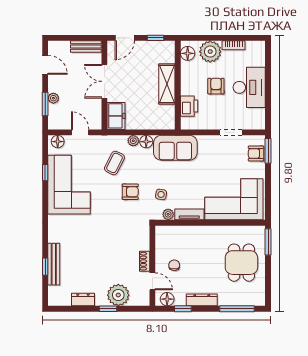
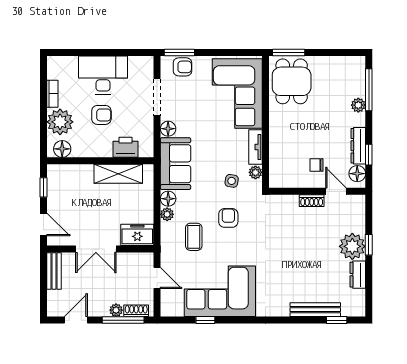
shelving: (167, 84) -> (118, 174), moved
armchair: (216, 86) -> (101, 115), turned 180
window: (45, 104) -> (123, 320), width x1.44
shoe rack: (53, 115) -> (136, 311), added
door: (80, 132) -> (157, 278), swing flipped
doorway: (231, 132) -> (157, 97), width x1.38
floor lamp: (58, 142) -> (168, 129), moved
armchair: (256, 154) -> (182, 67), turned -90
coffee table: (114, 163) -> (194, 237), turned 63
dining table: (241, 263) -> (292, 81), moved, turned 90
window: (45, 267) -> (337, 320), moved
door: (152, 281) -> (336, 191), hinge flipped
plant: (118, 295) -> (352, 246), moved
dresser: (202, 300) -> (358, 146), moved
plant: (224, 300) -> (358, 105), added

